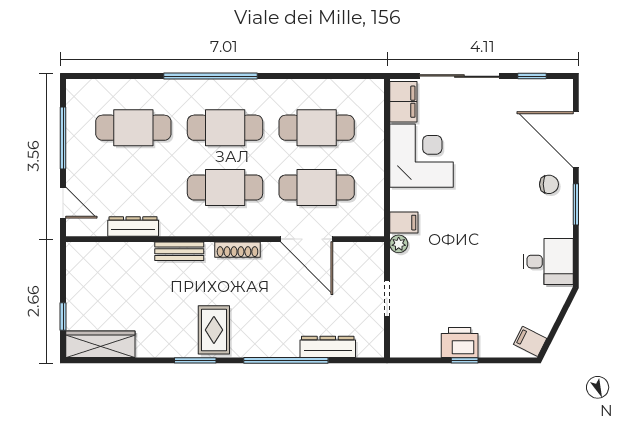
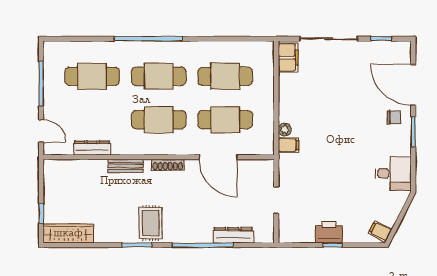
corner desk: (421, 156) -> (301, 97), removed
plant: (399, 244) -> (285, 130), moved

